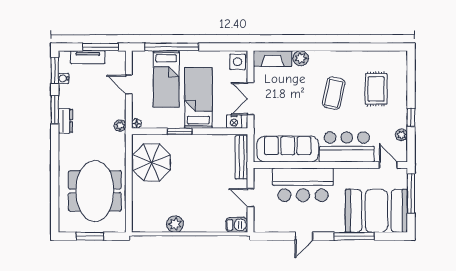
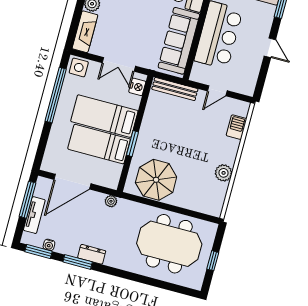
window: (172, 47) -> (56, 95), moved
bed: (166, 79) -> (99, 144), moved, turned 180
door: (129, 85) -> (72, 182), width x1.88
floor lamp: (136, 124) -> (113, 184), removed
barbecue: (237, 225) -> (237, 127), moved
window: (90, 236) -> (213, 261), width x0.67

